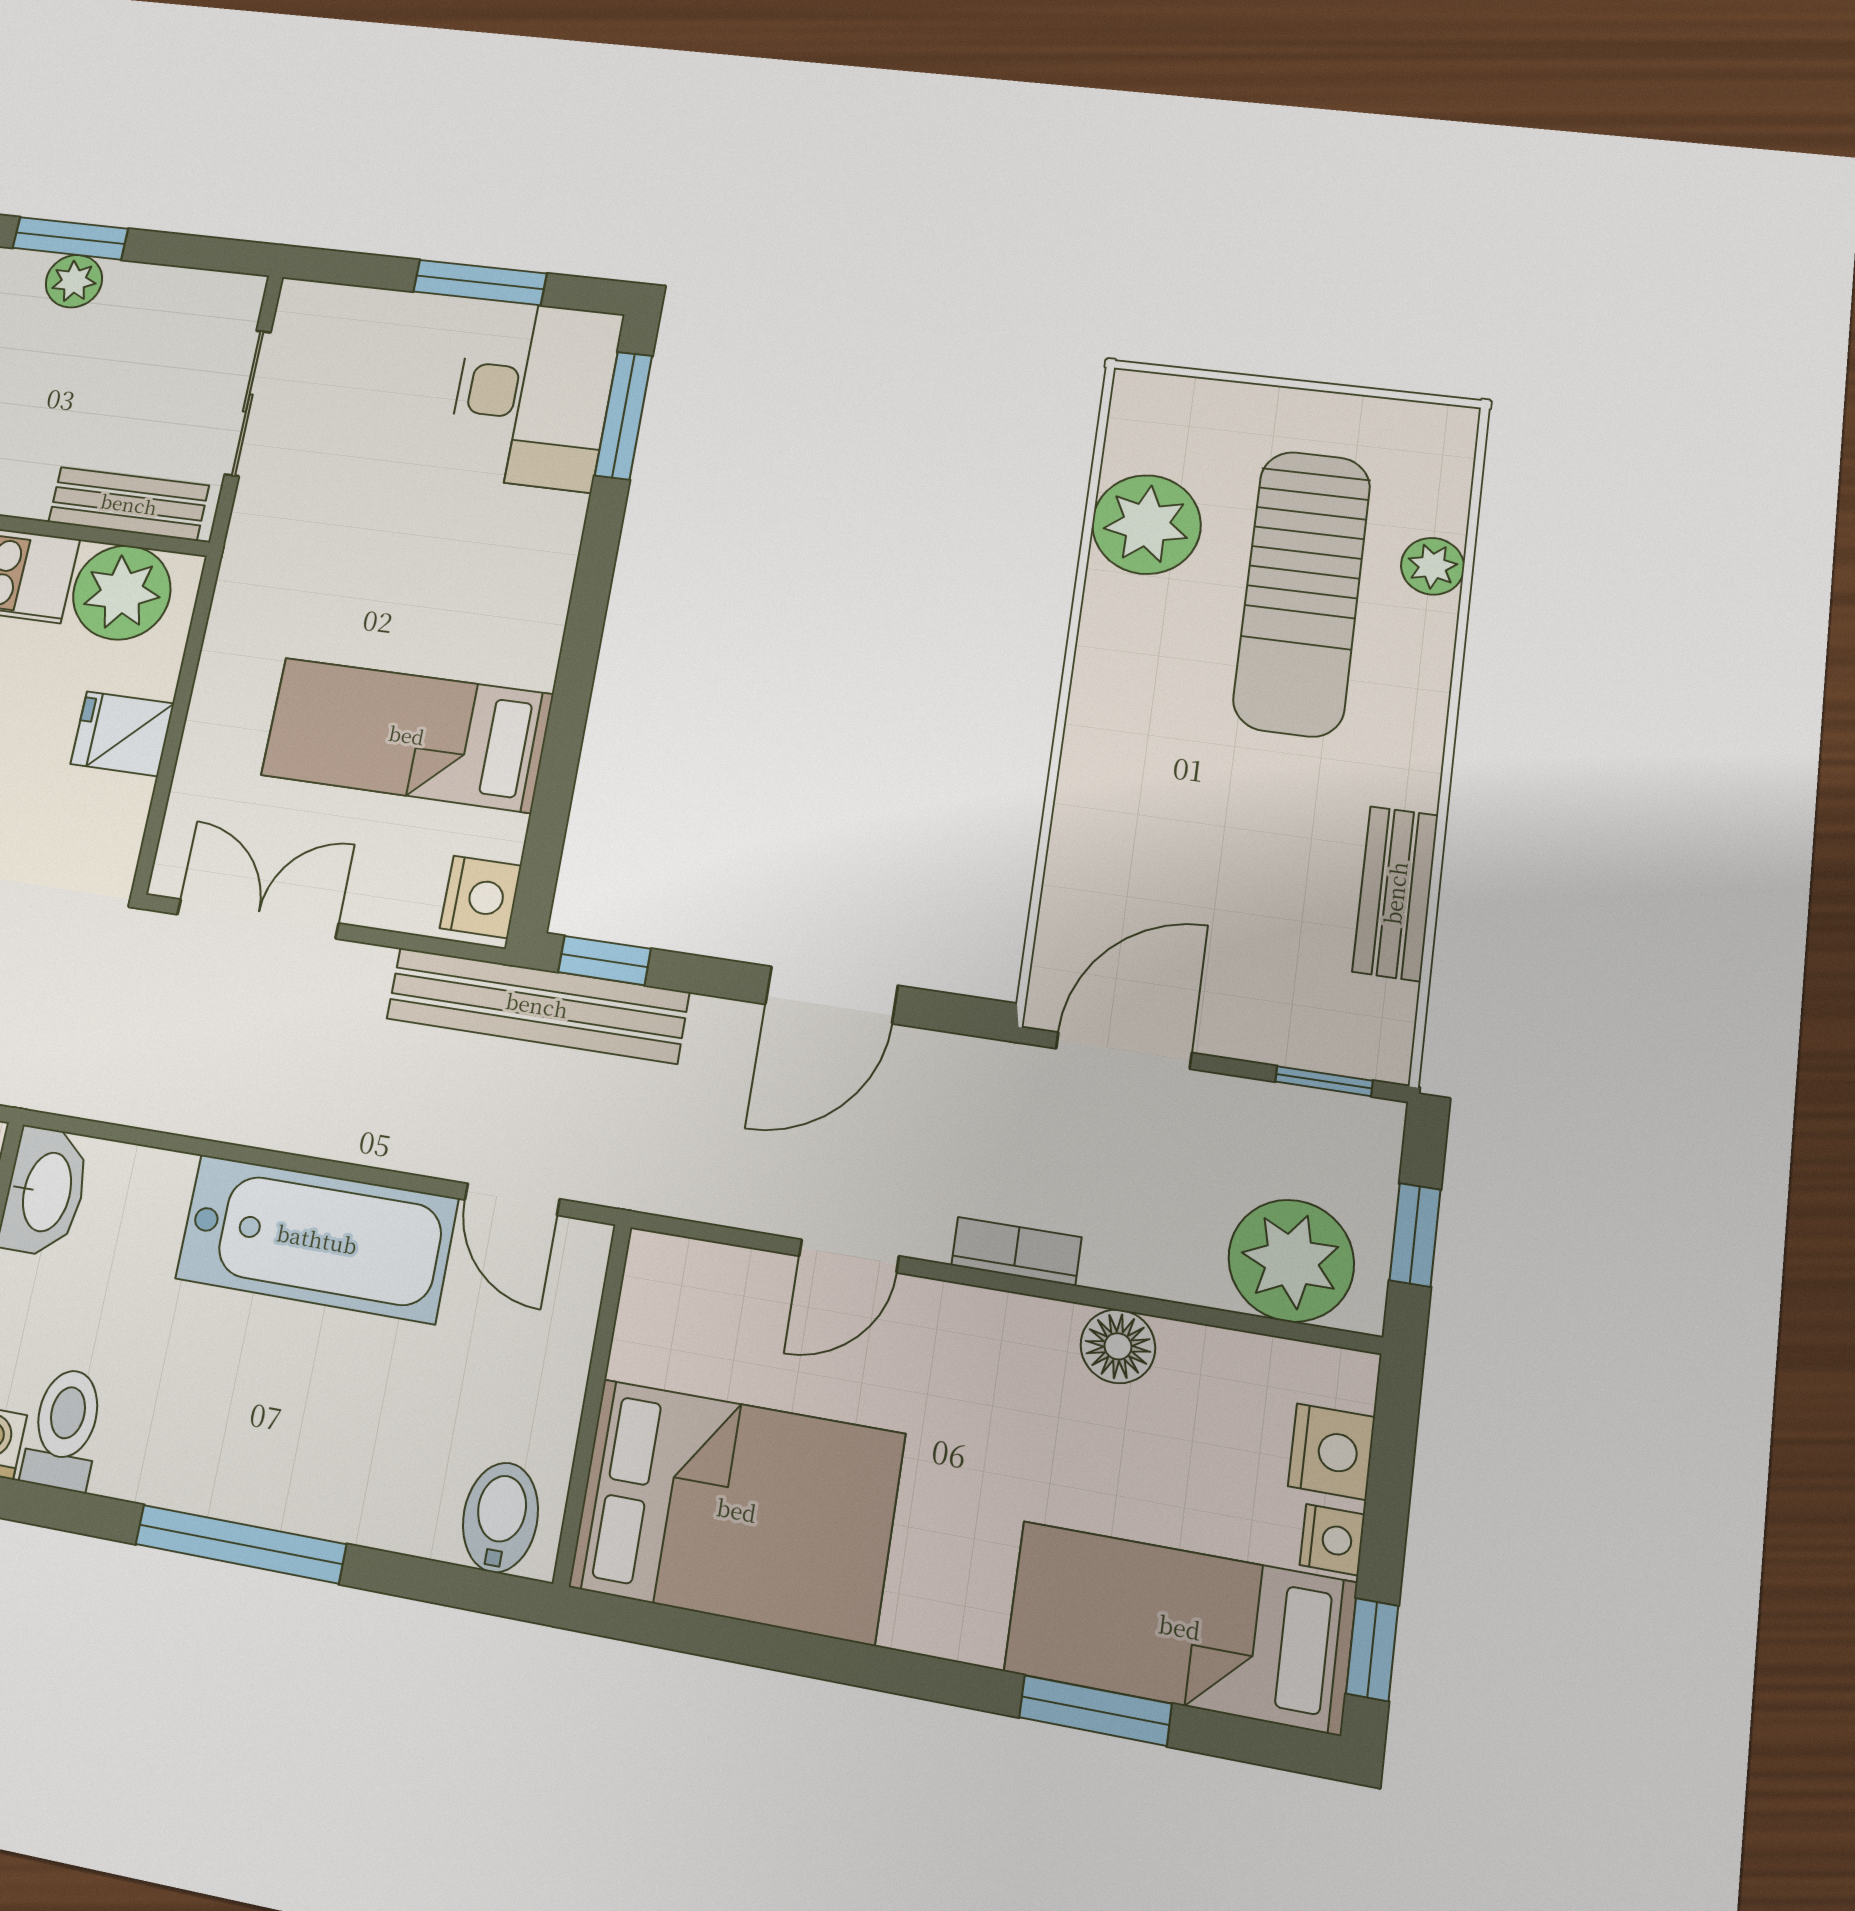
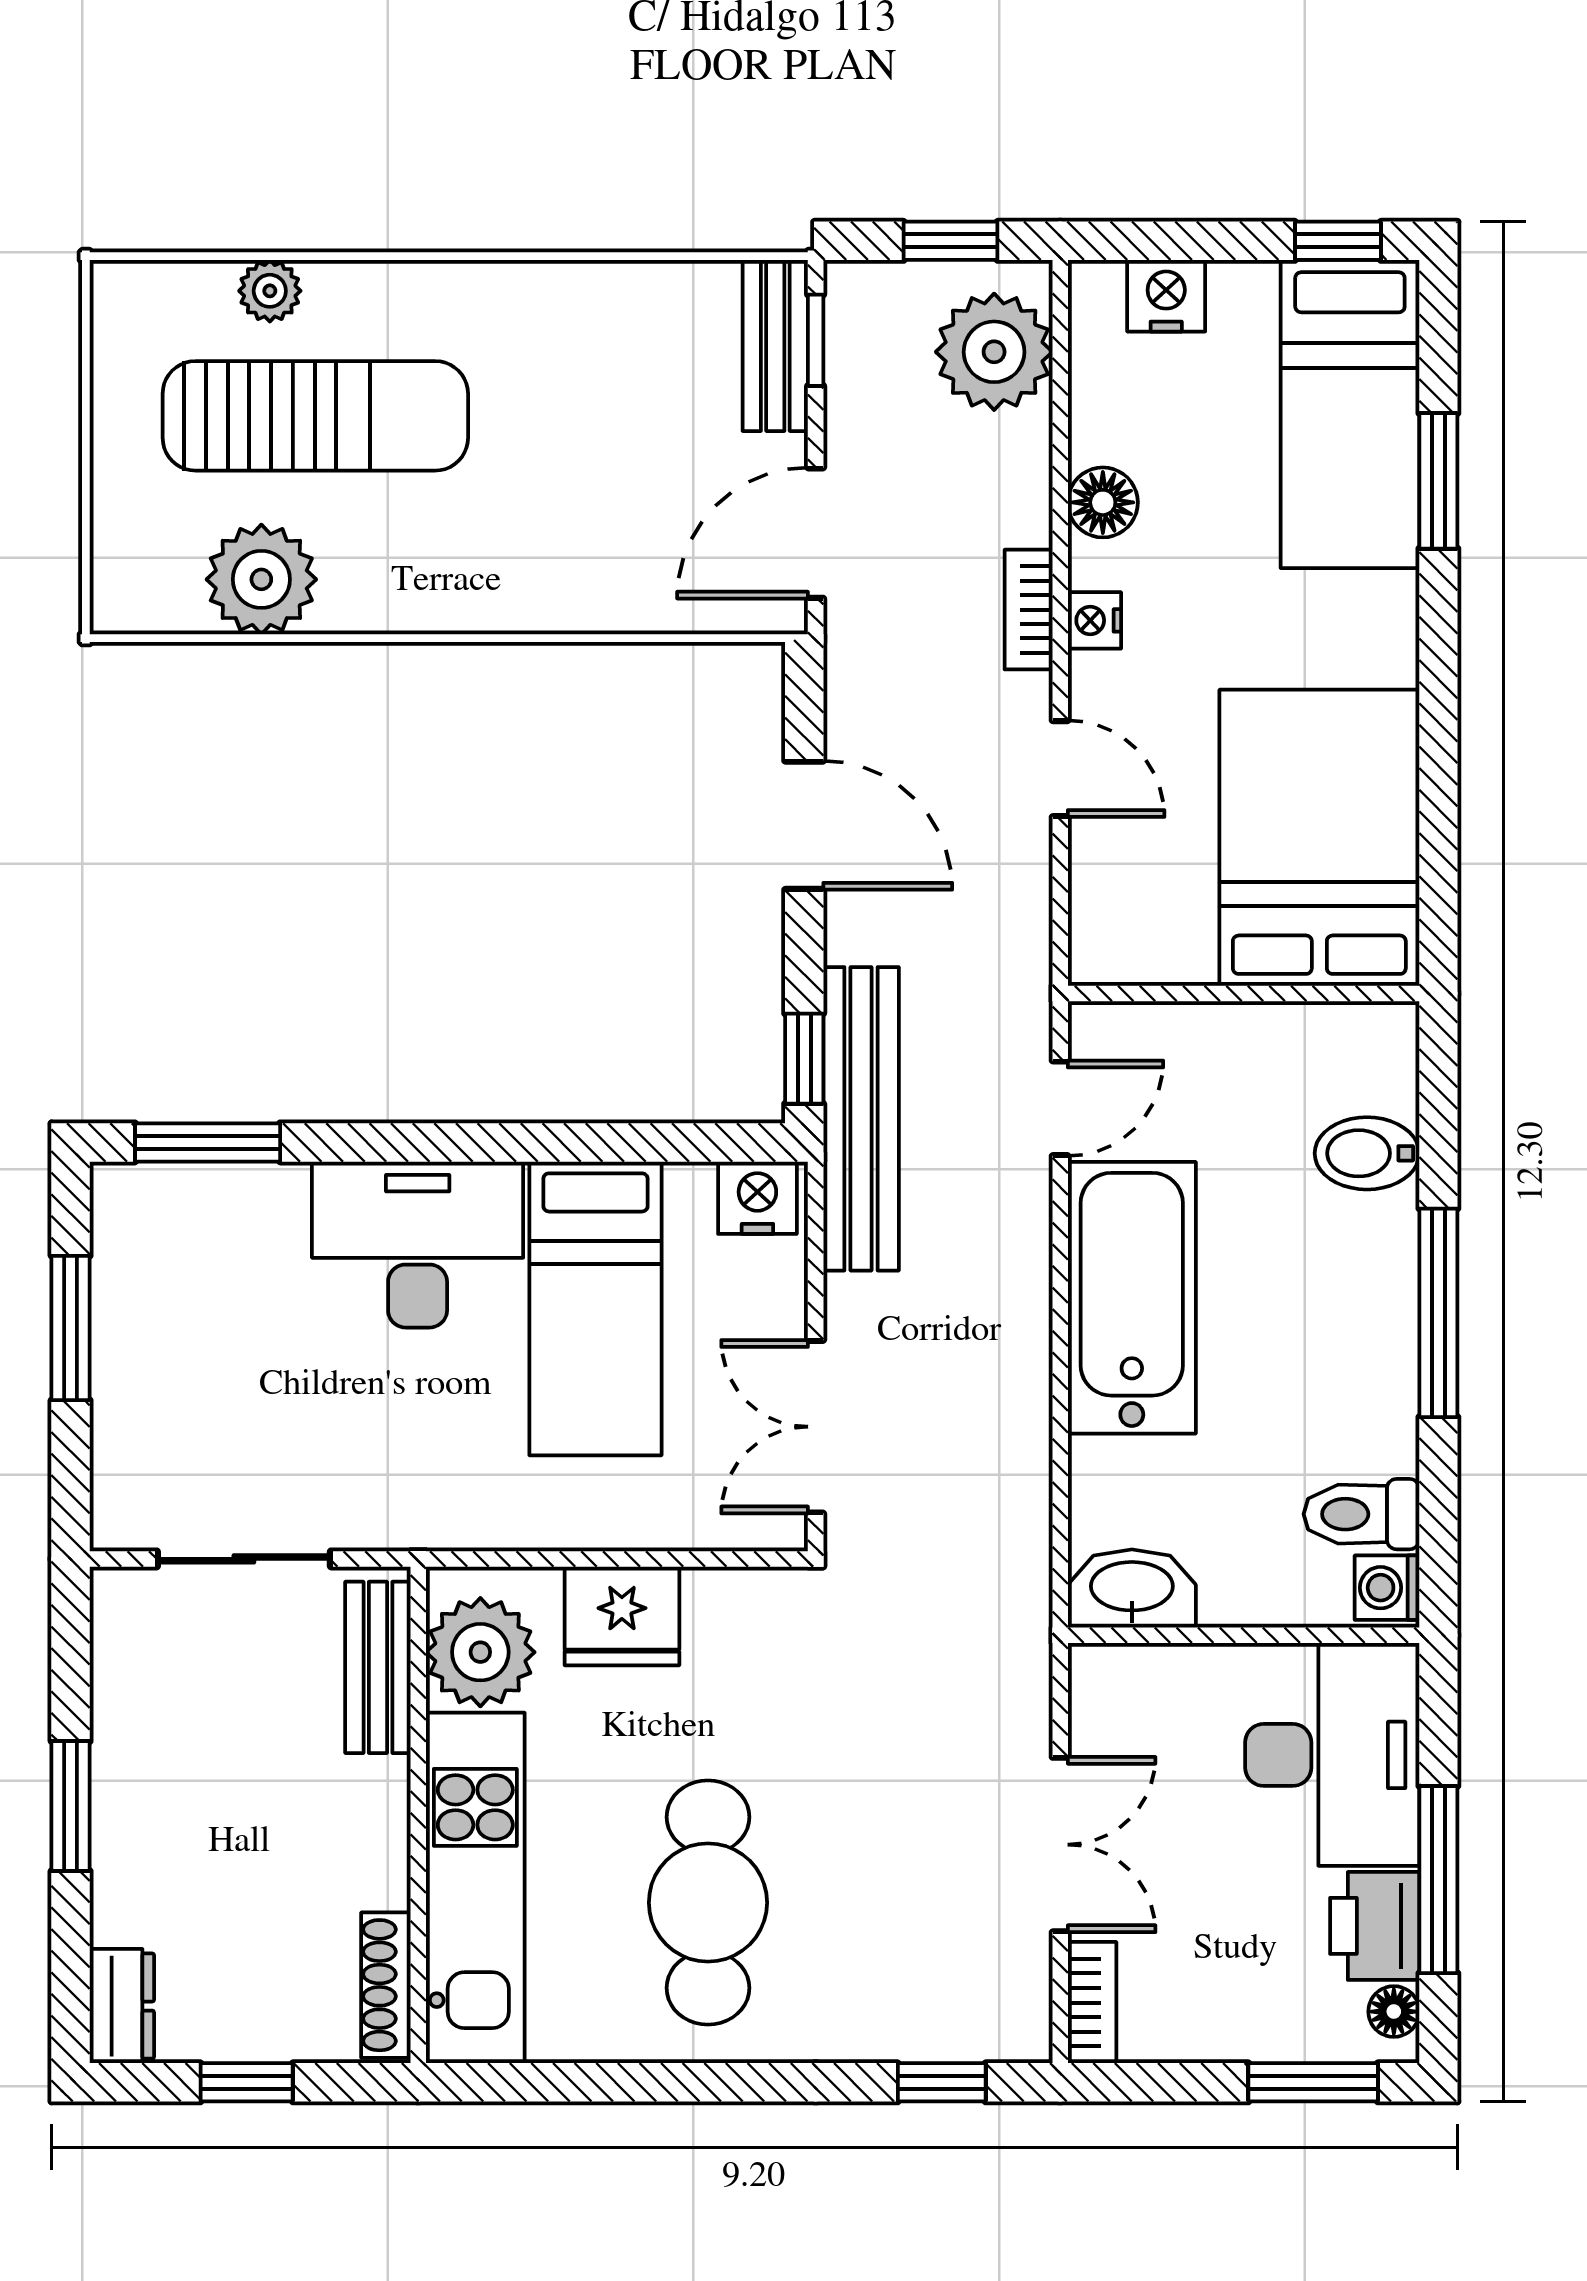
plant: (74, 281) -> (122, 1790), removed
desk: (533, 395) -> (418, 1245), moved
fridge: (122, 734) -> (622, 1616), width x1.38
bench: (1395, 893) -> (775, 346), moved, turned 90
door: (1124, 1051) -> (816, 533), hinge flipped
bidet: (500, 1517) -> (1367, 1153), moved
nightstand: (1332, 1540) -> (1094, 620), moved, turned -90

